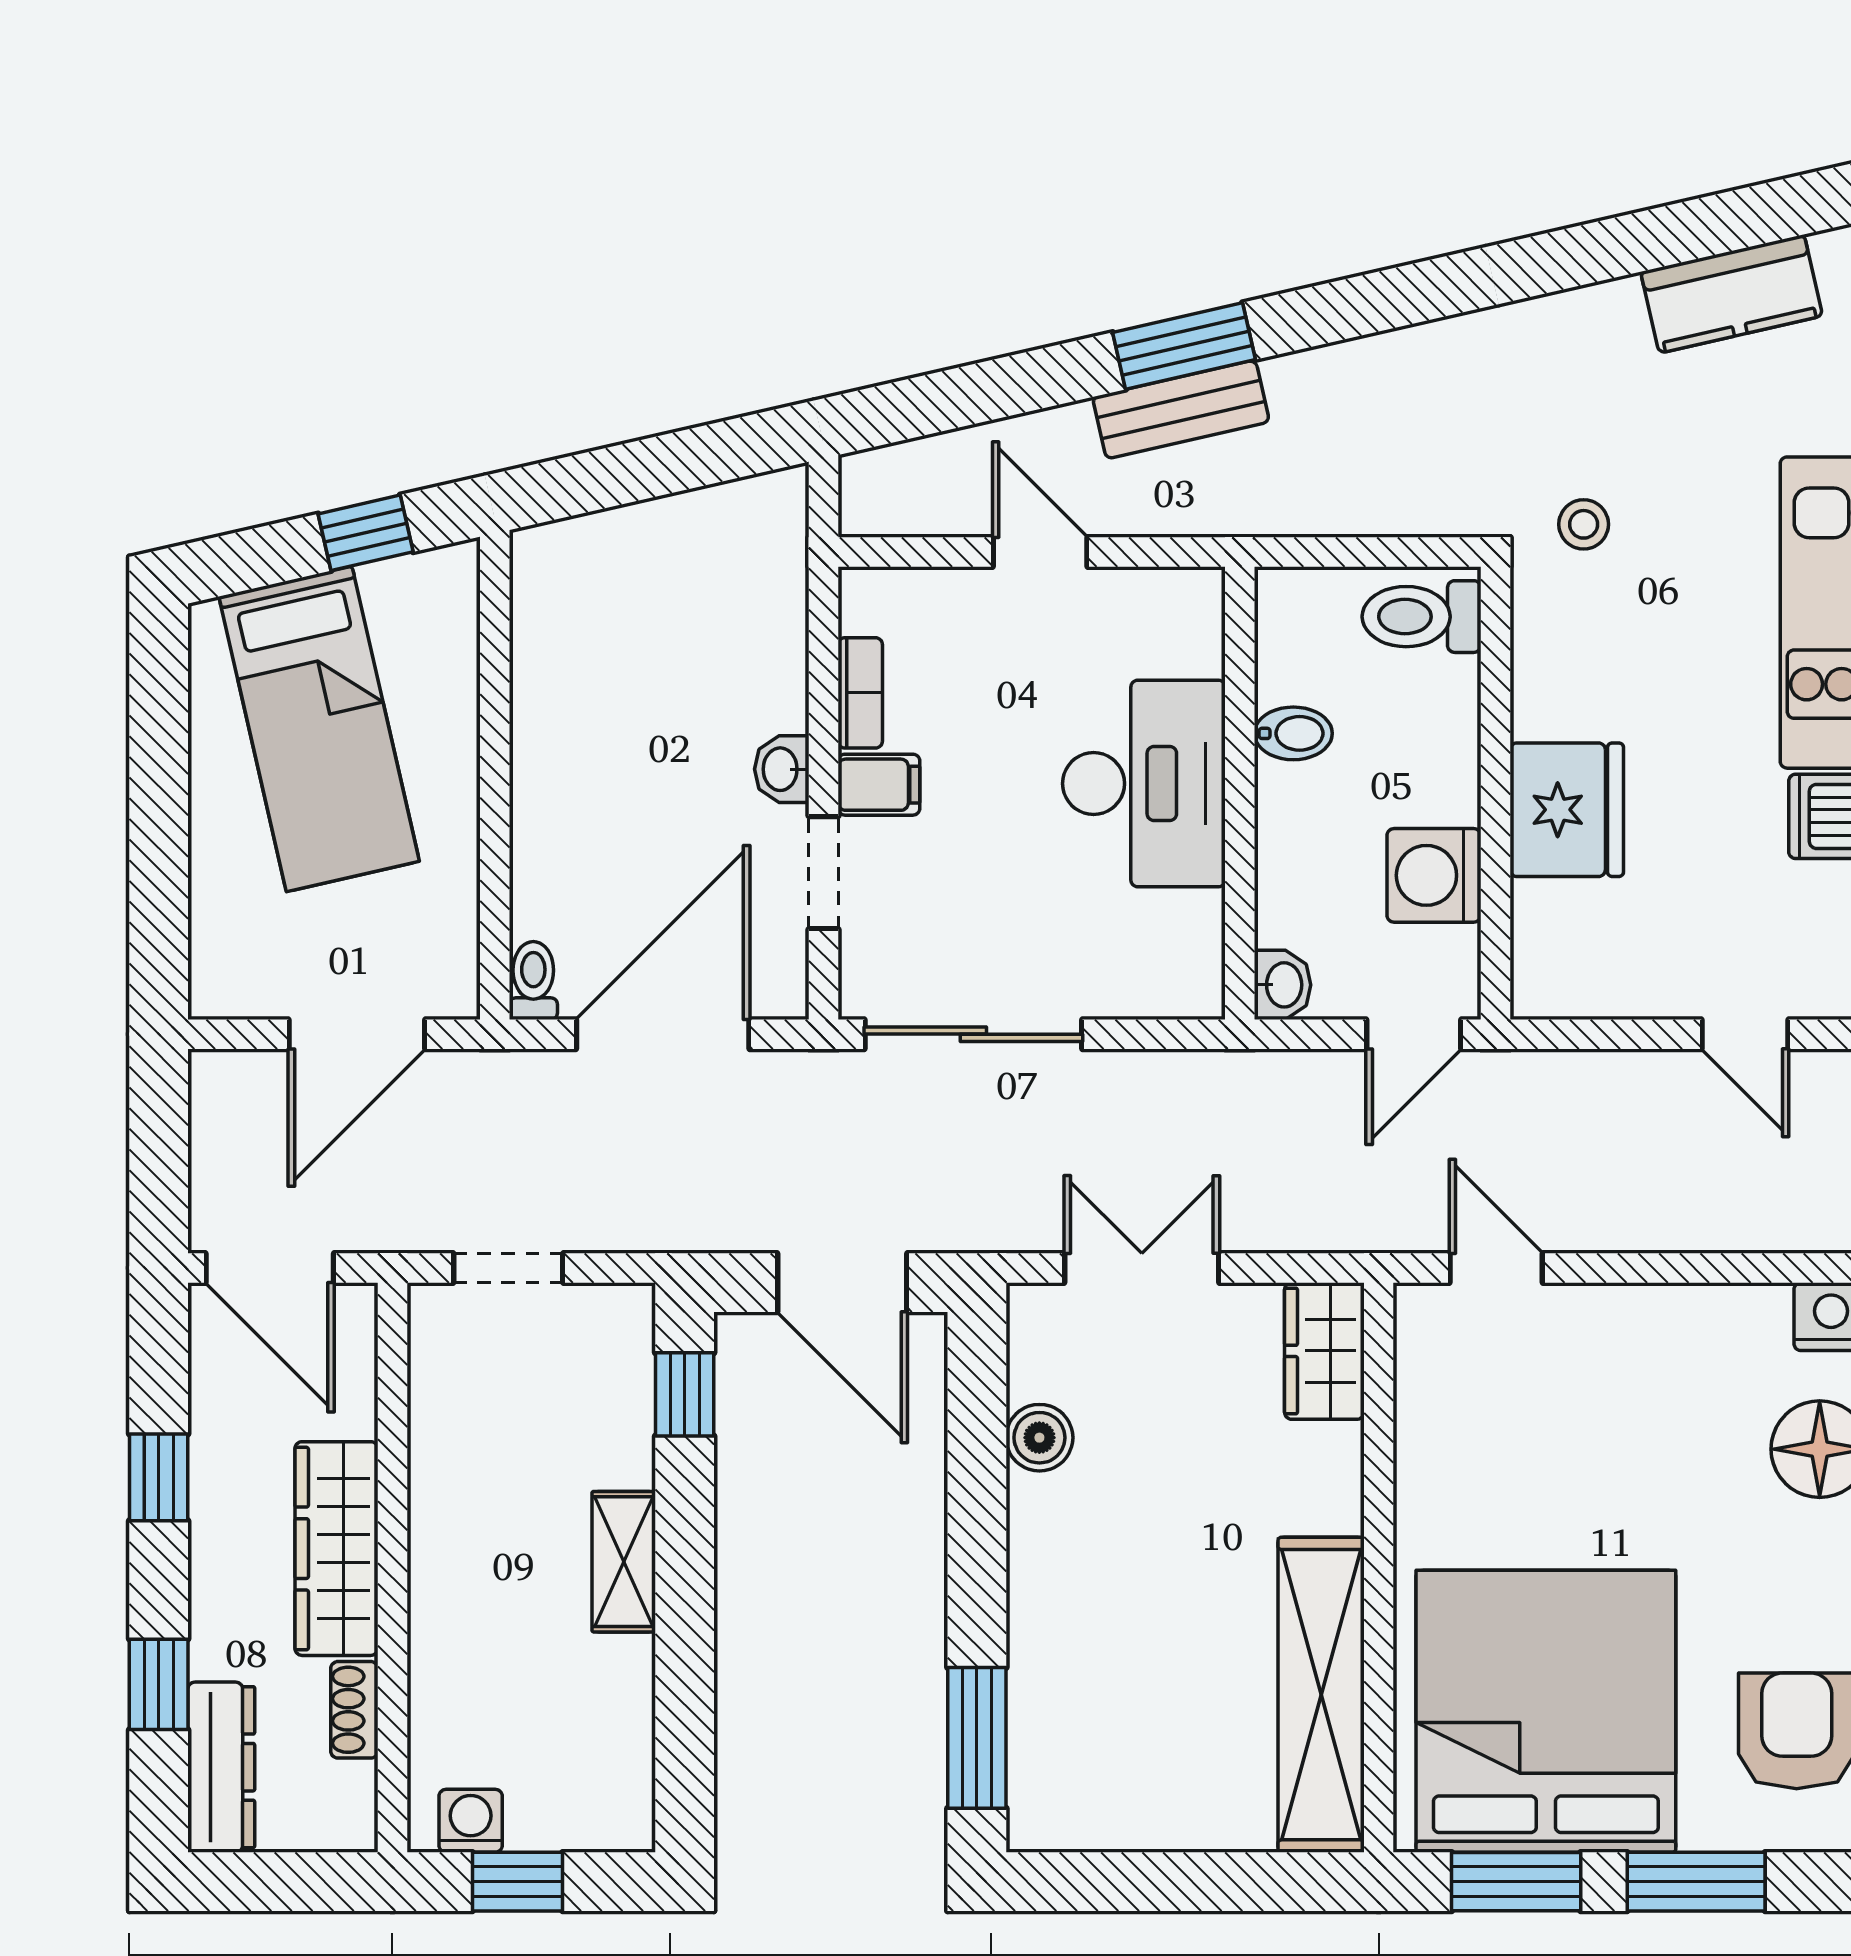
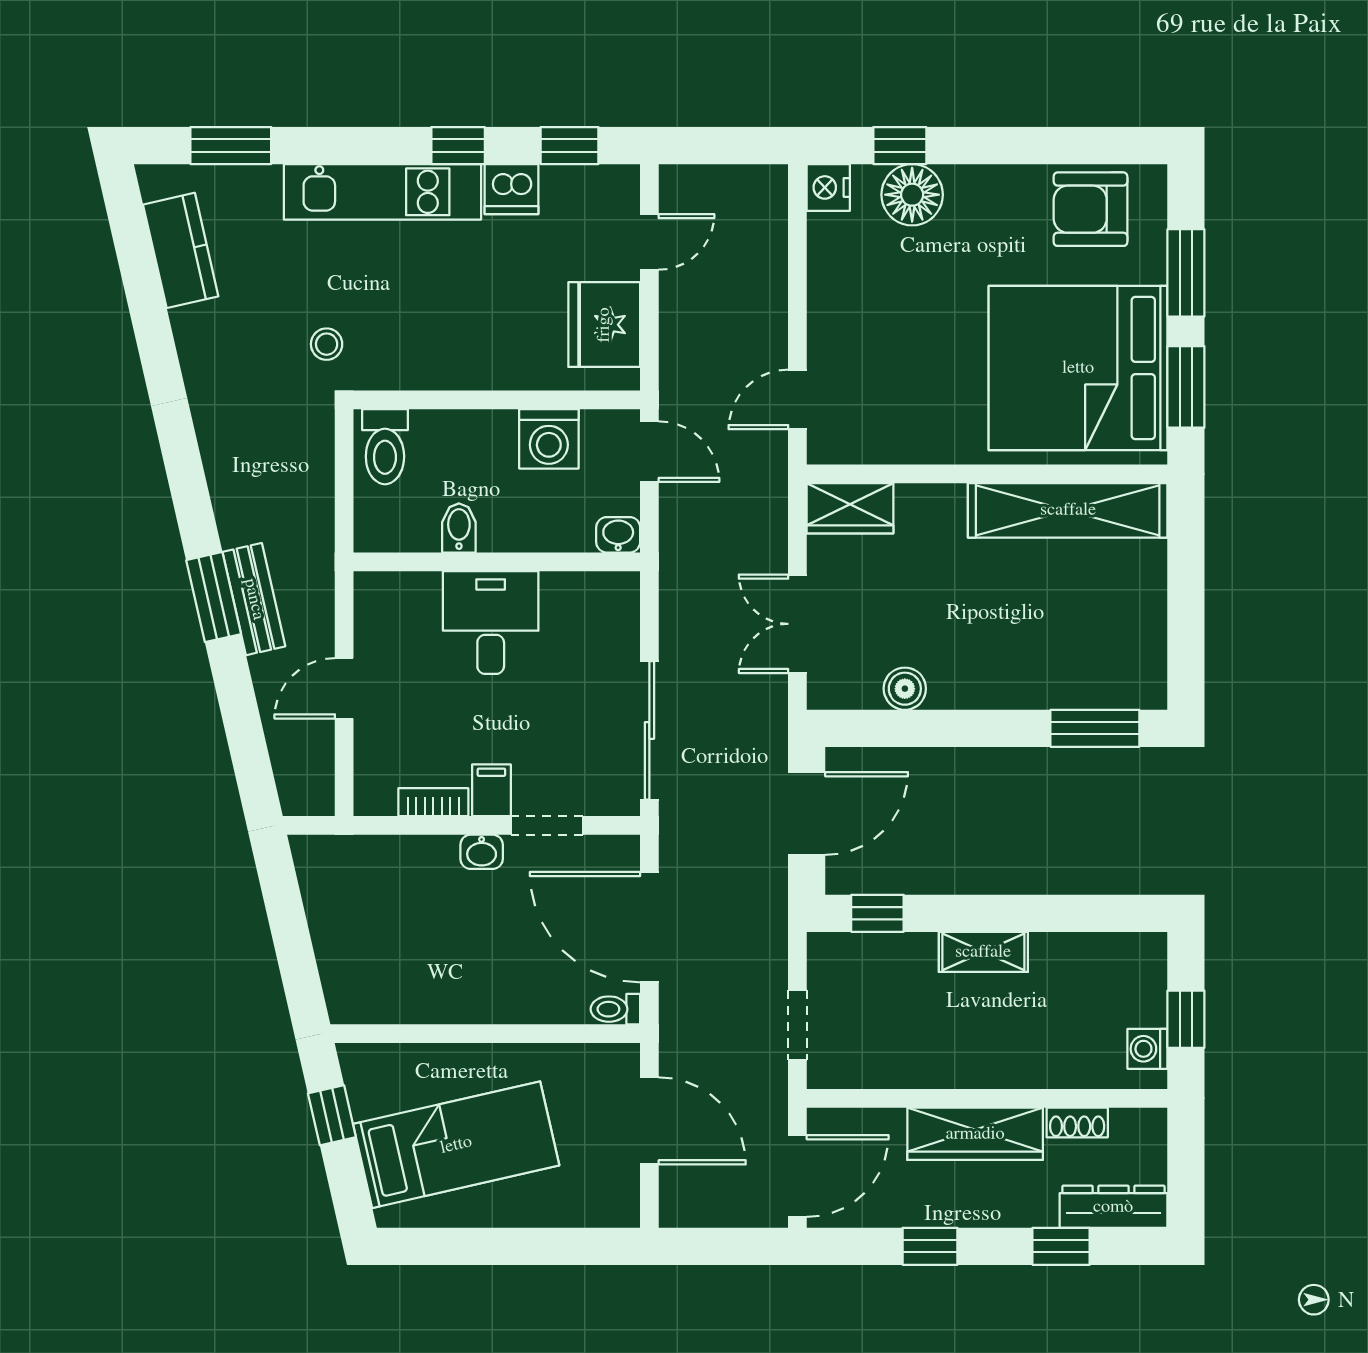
desk: (1144, 784) -> (491, 622), width x0.73
fridge: (1567, 810) -> (604, 325), moved, turned -90

